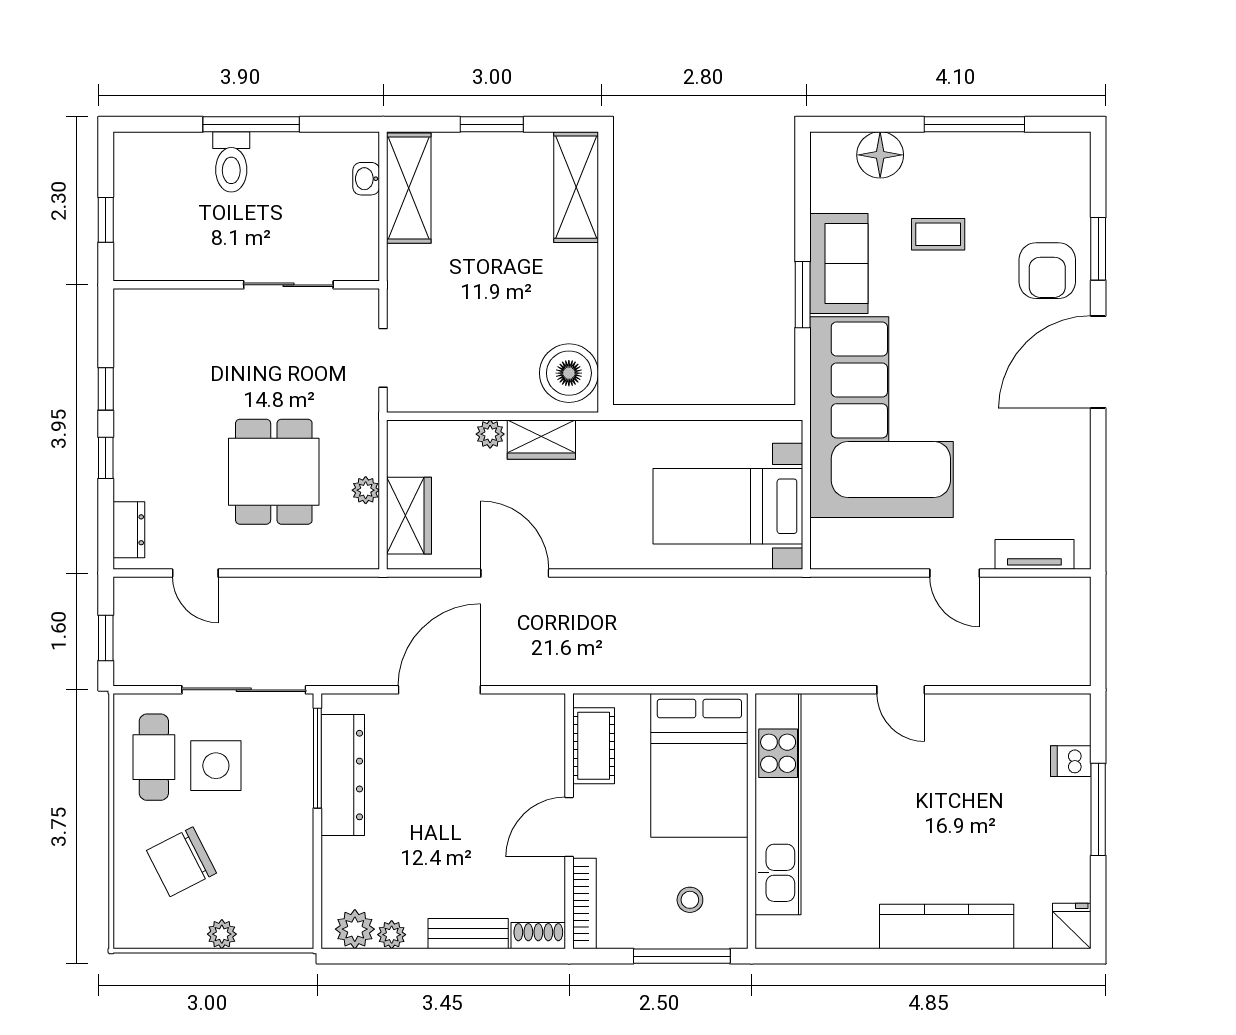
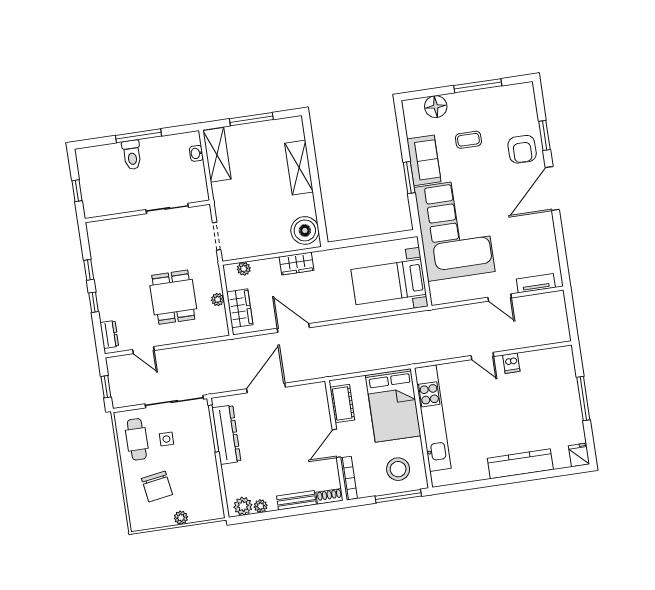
window: (492, 124) -> (251, 119), width x1.44
shelving: (576, 187) -> (299, 168), moved
plant: (490, 434) -> (244, 269), moved
dishwasher: (1071, 761) -> (511, 363), moved, turned -90
side table: (216, 766) -> (166, 439), width x0.54, depth x0.54
chair: (181, 862) -> (157, 487), turned -72
stool: (690, 900) -> (398, 469), width x1.89, depth x1.89

